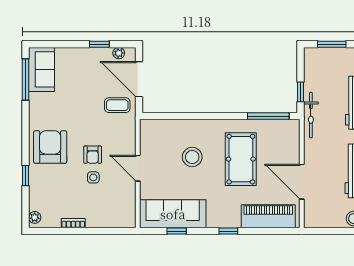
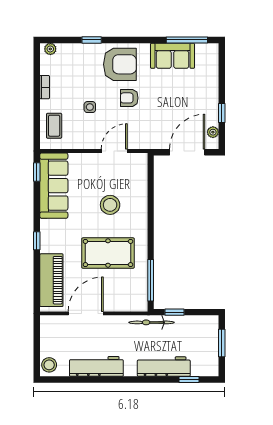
sofa: (41, 69) -> (172, 56), moved
coffee table: (117, 105) -> (54, 126), moved
armchair: (93, 155) -> (129, 98), moved
door: (138, 168) -> (114, 151), moved
window: (177, 231) -> (37, 172), moved

